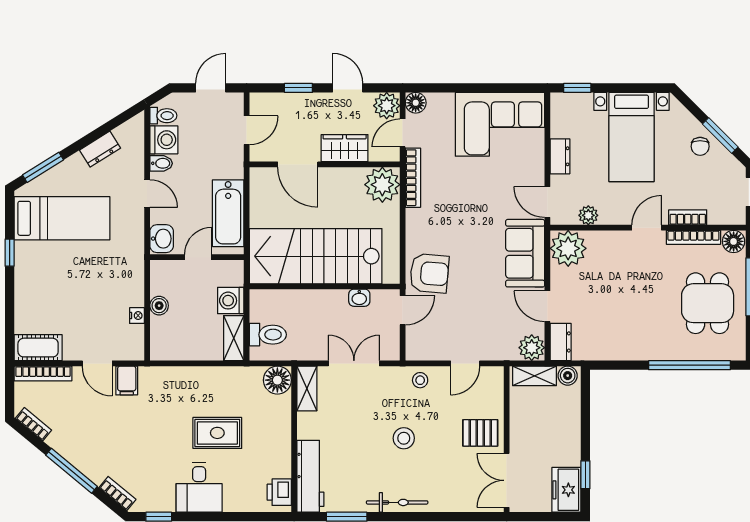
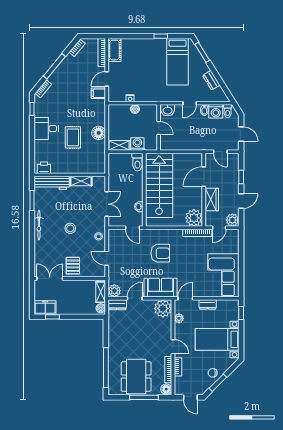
floor lamp: (416, 103) -> (234, 234), removed
door: (403, 133) -> (219, 228), swing flipped
bathtub: (228, 213) -> (180, 143), removed
armchair: (429, 273) -> (160, 253), moved, turned -95
dining table: (708, 303) -> (136, 376), width x1.38
toilet: (268, 335) -> (137, 162), moved
floor lamp: (277, 380) -> (99, 133), moved
shelving: (307, 388) -> (81, 181), moved

